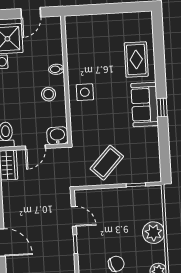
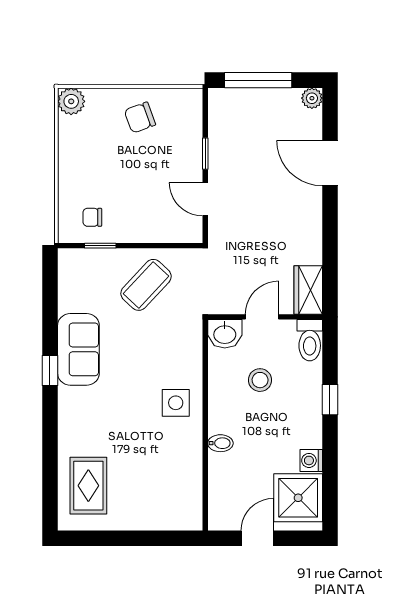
rug: (136, 60) -> (88, 486), moved
stool: (49, 94) -> (260, 380), moved
sofa: (145, 105) -> (78, 349), moved
chair: (142, 202) -> (92, 217), added
plant: (154, 233) -> (76, 165), removed

